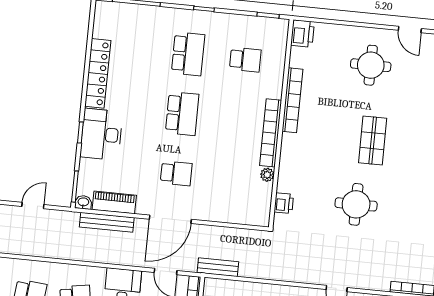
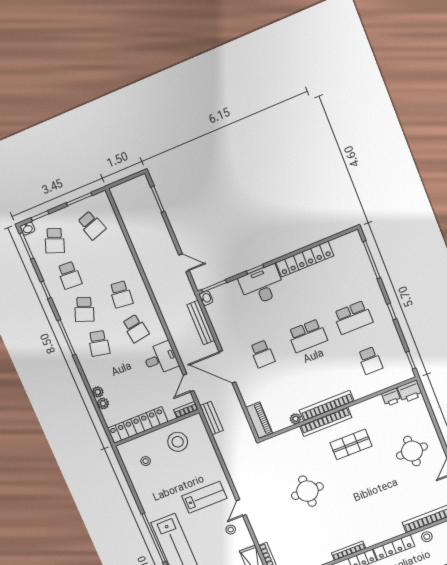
bookcase: (292, 100) -> (326, 422), moved
shop shelf: (373, 141) -> (351, 444), moved
piano: (114, 202) -> (259, 420), moved
printer: (284, 203) -> (391, 397), moved

